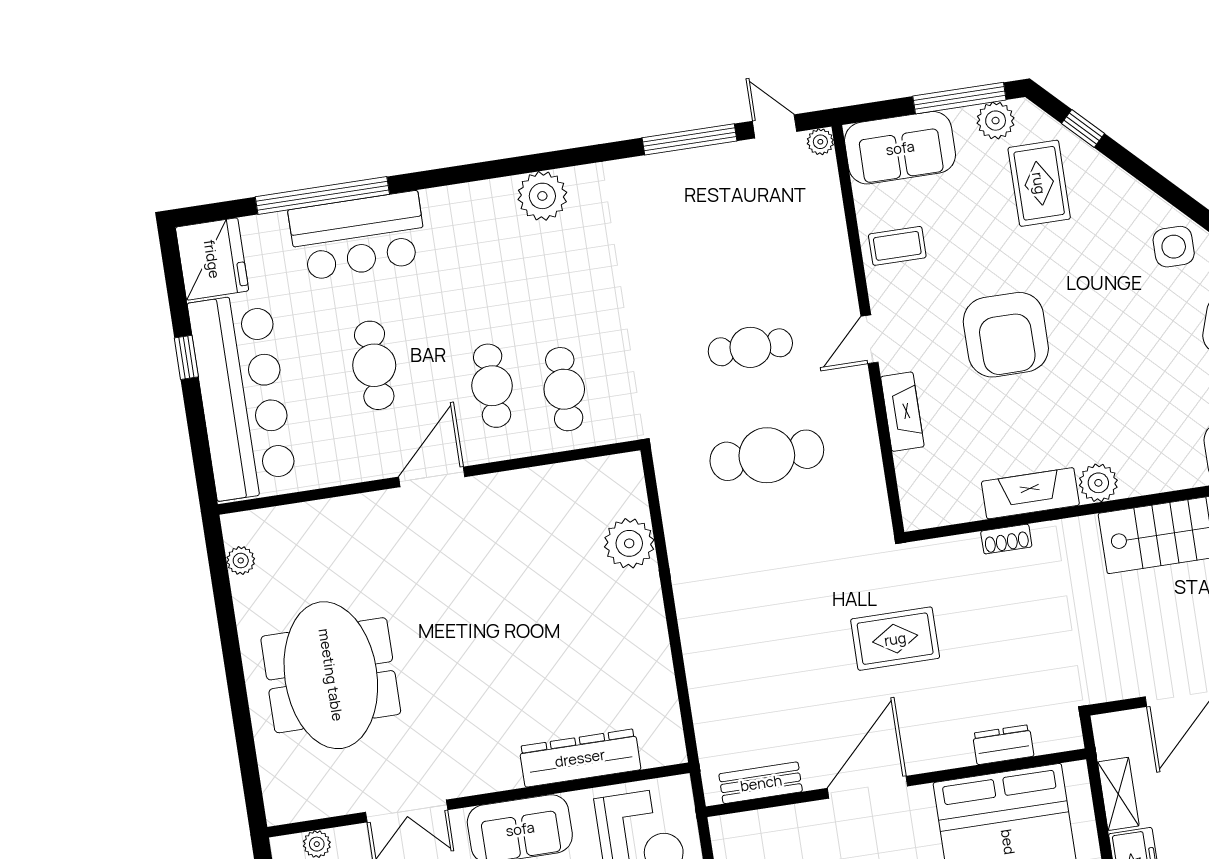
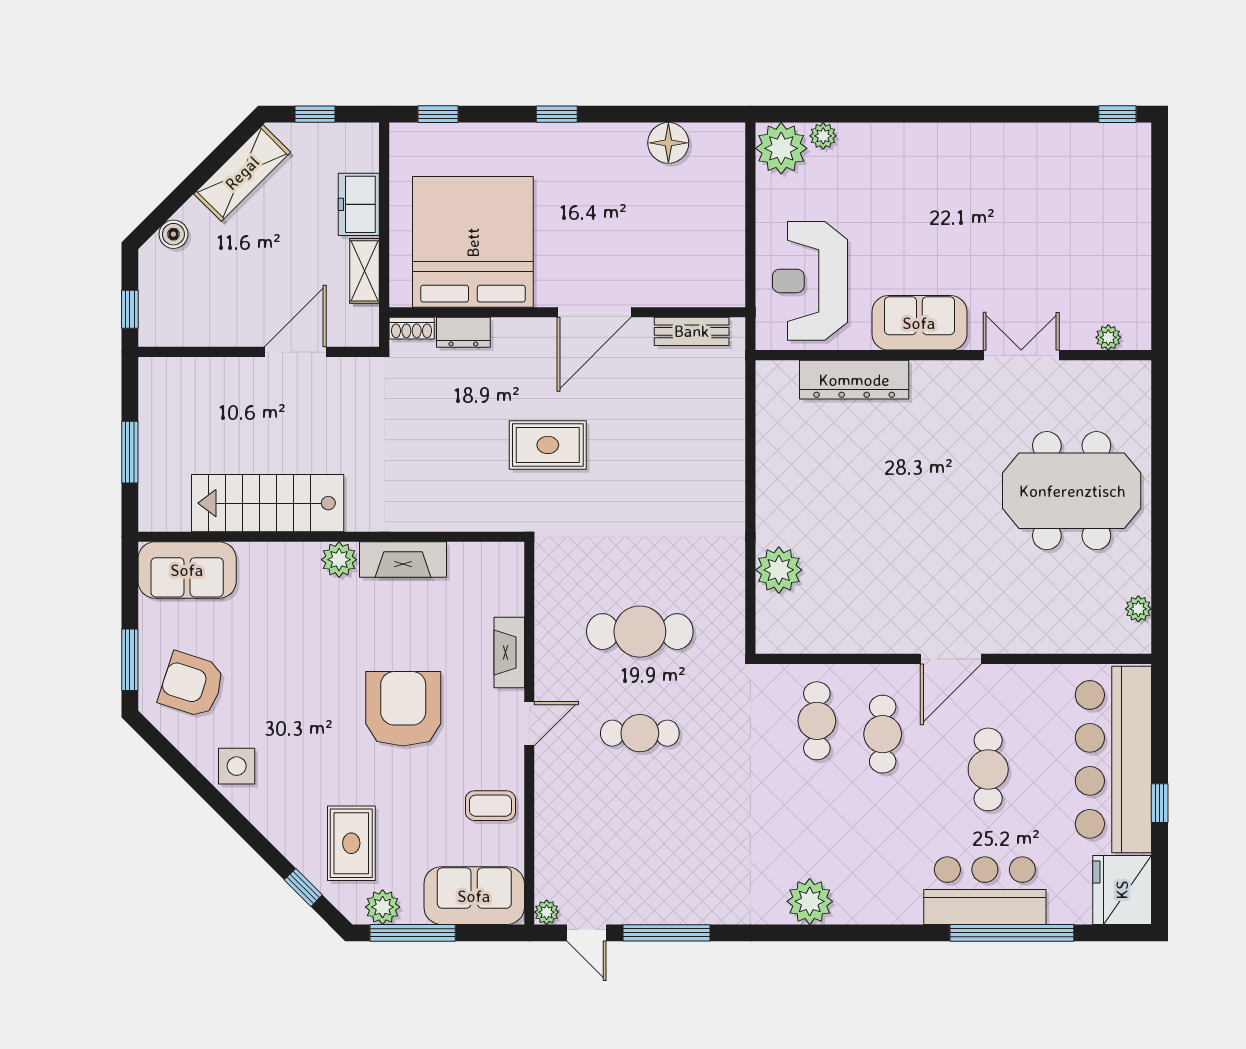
shoe rack: (1006, 539) -> (412, 328), moved, turned 180
meeting table: (331, 675) -> (1072, 491), turned 90

